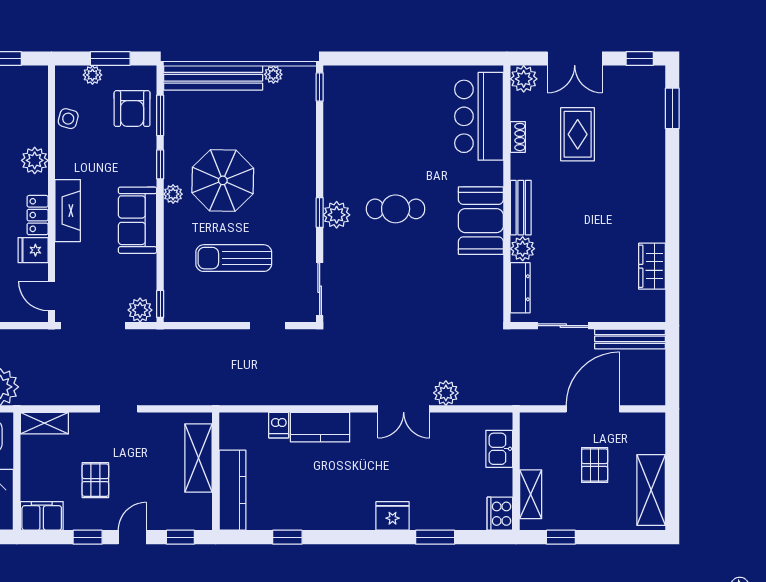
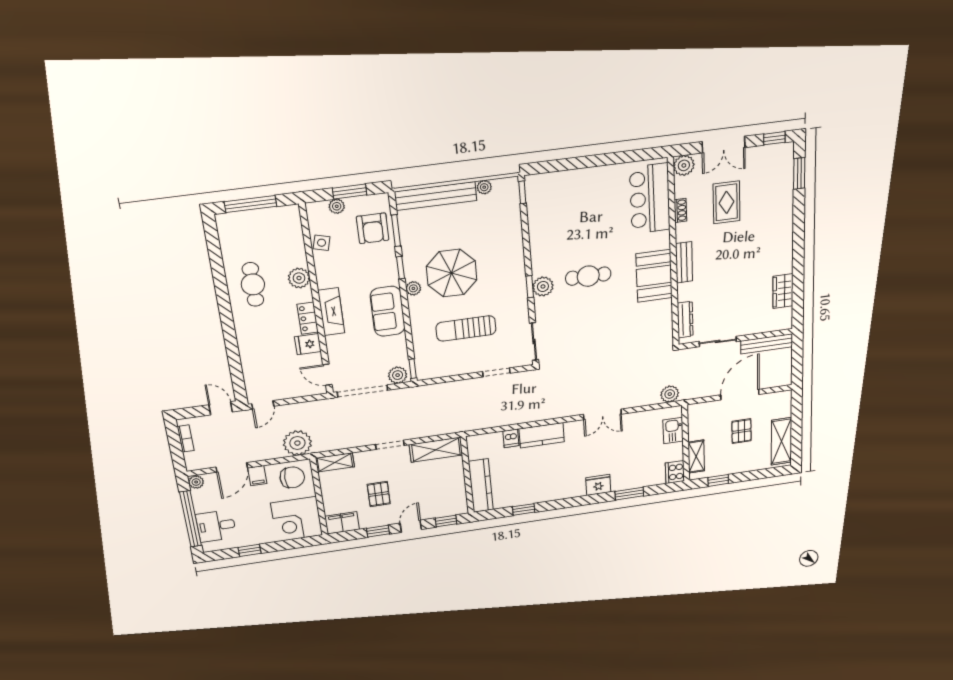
plant: (523, 249) -> (686, 292), removed
plant: (446, 393) -> (670, 394), moved
shelving: (198, 458) -> (436, 450), moved, turned 90

